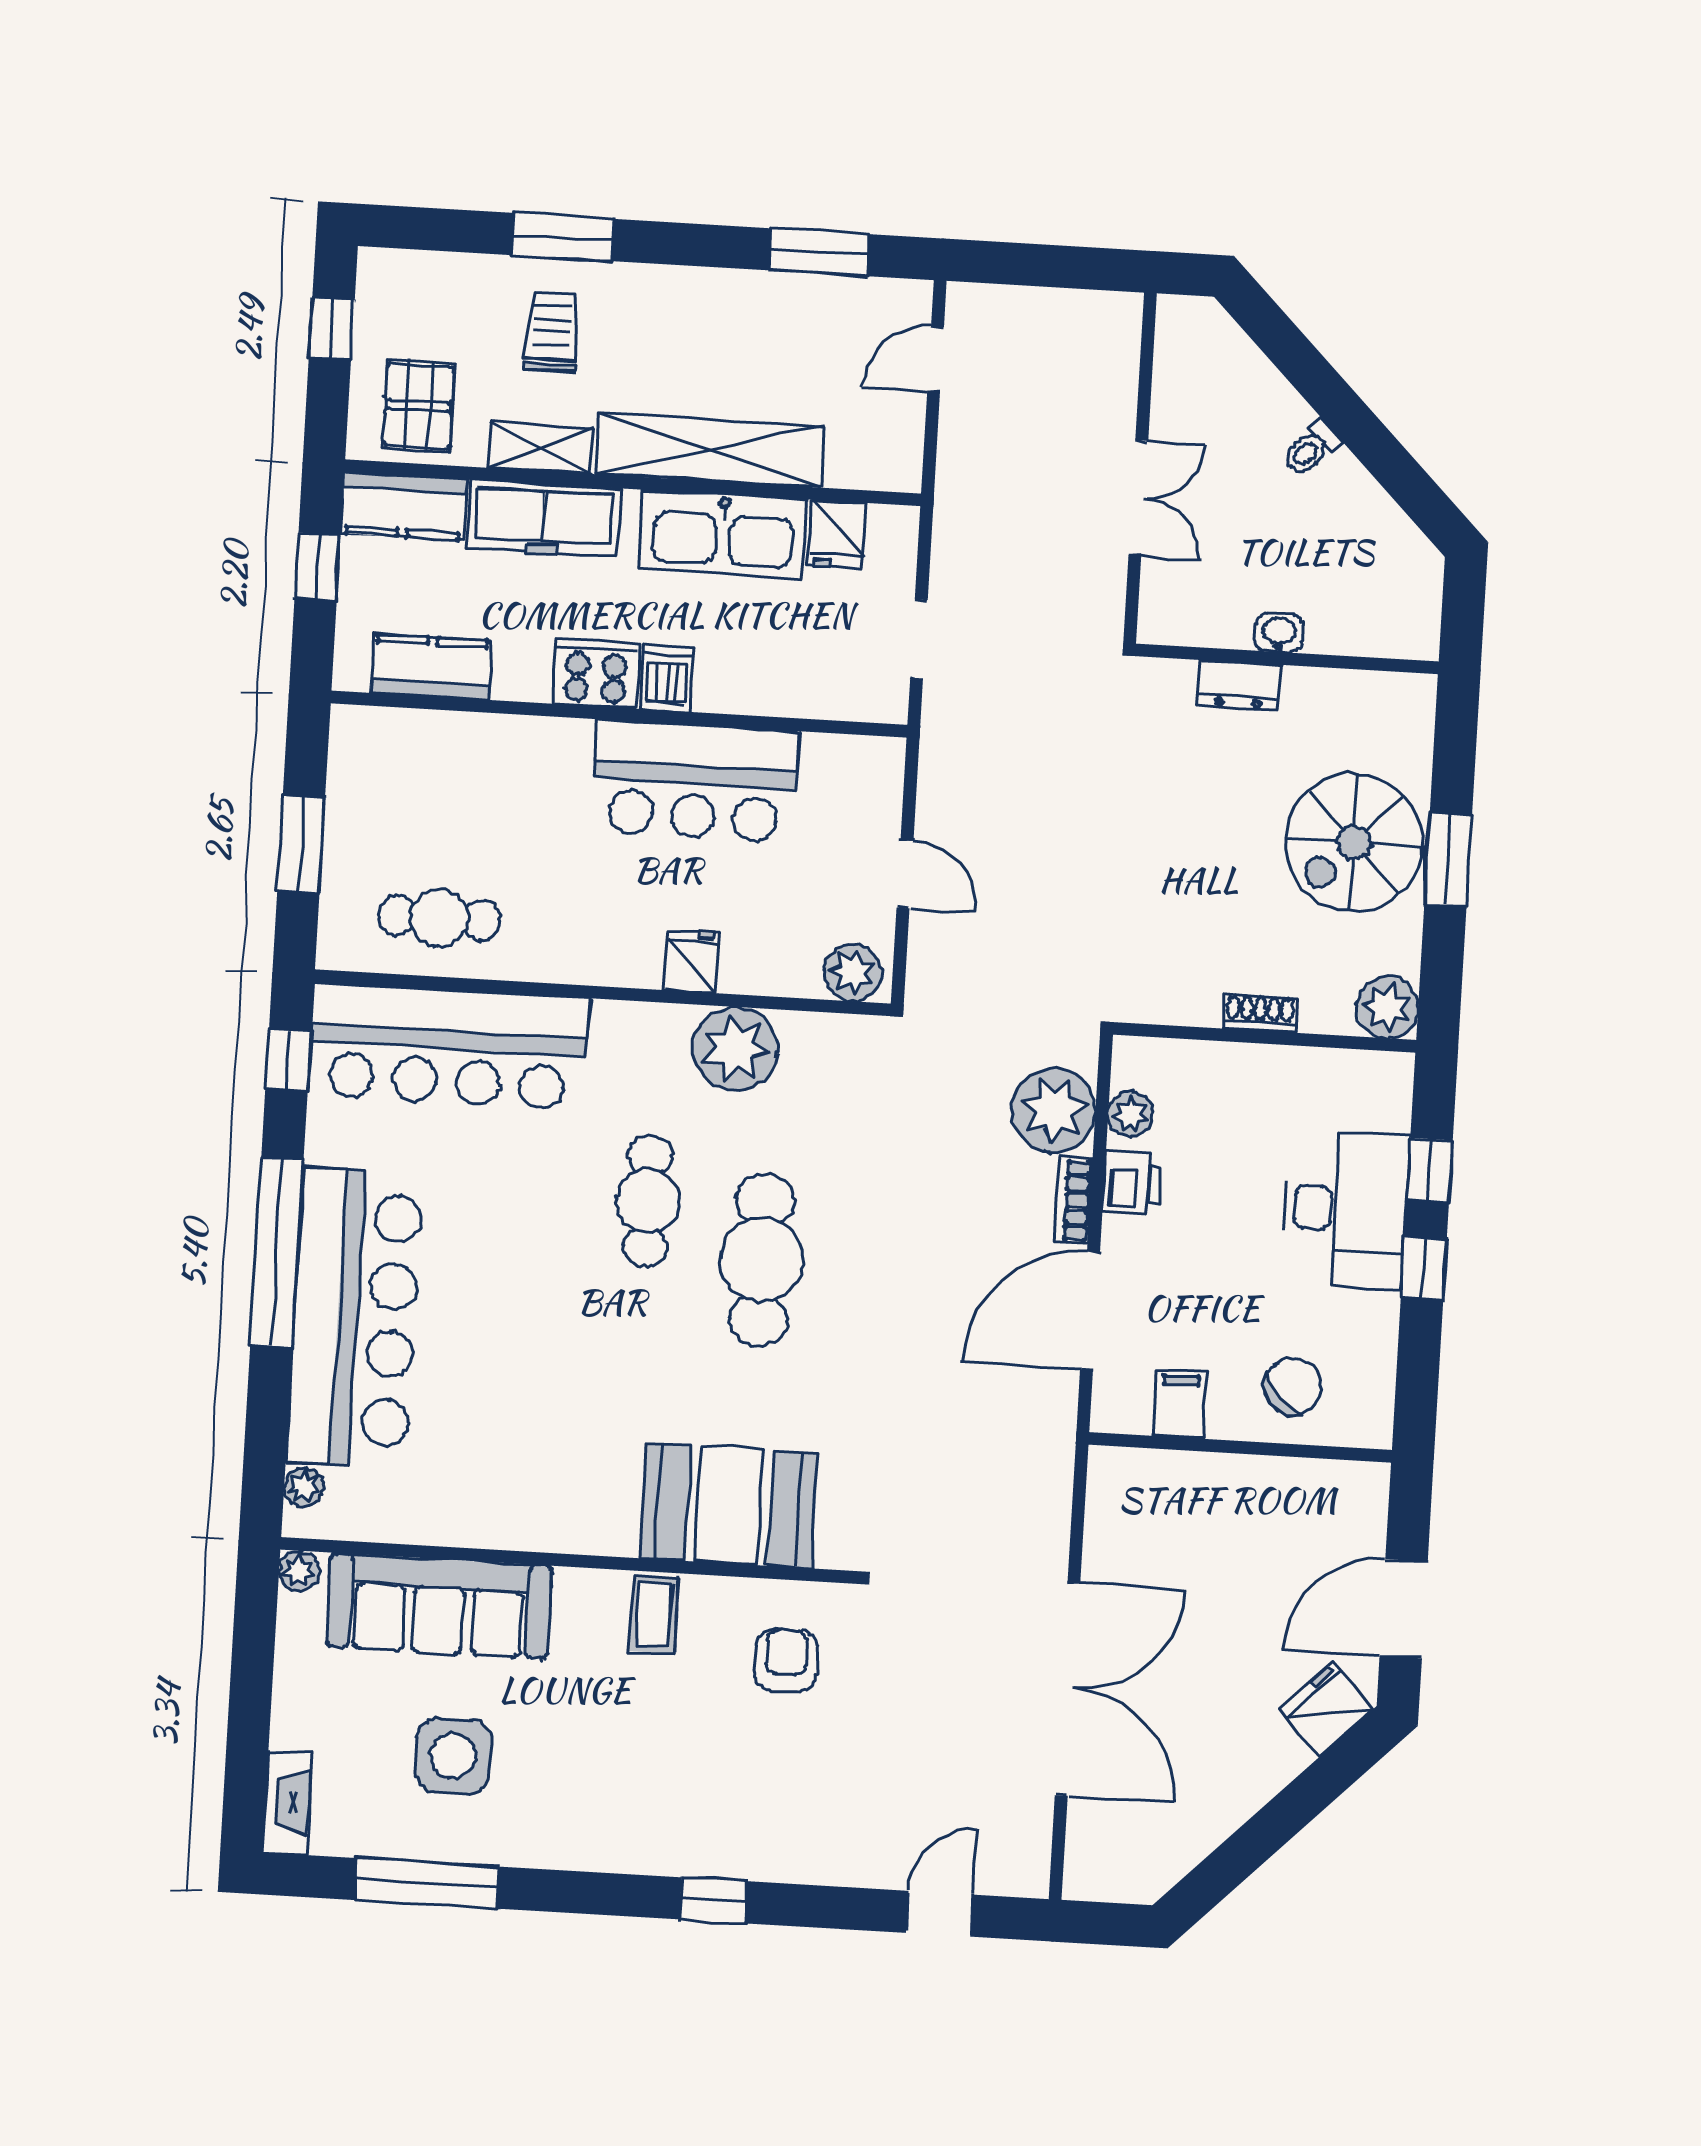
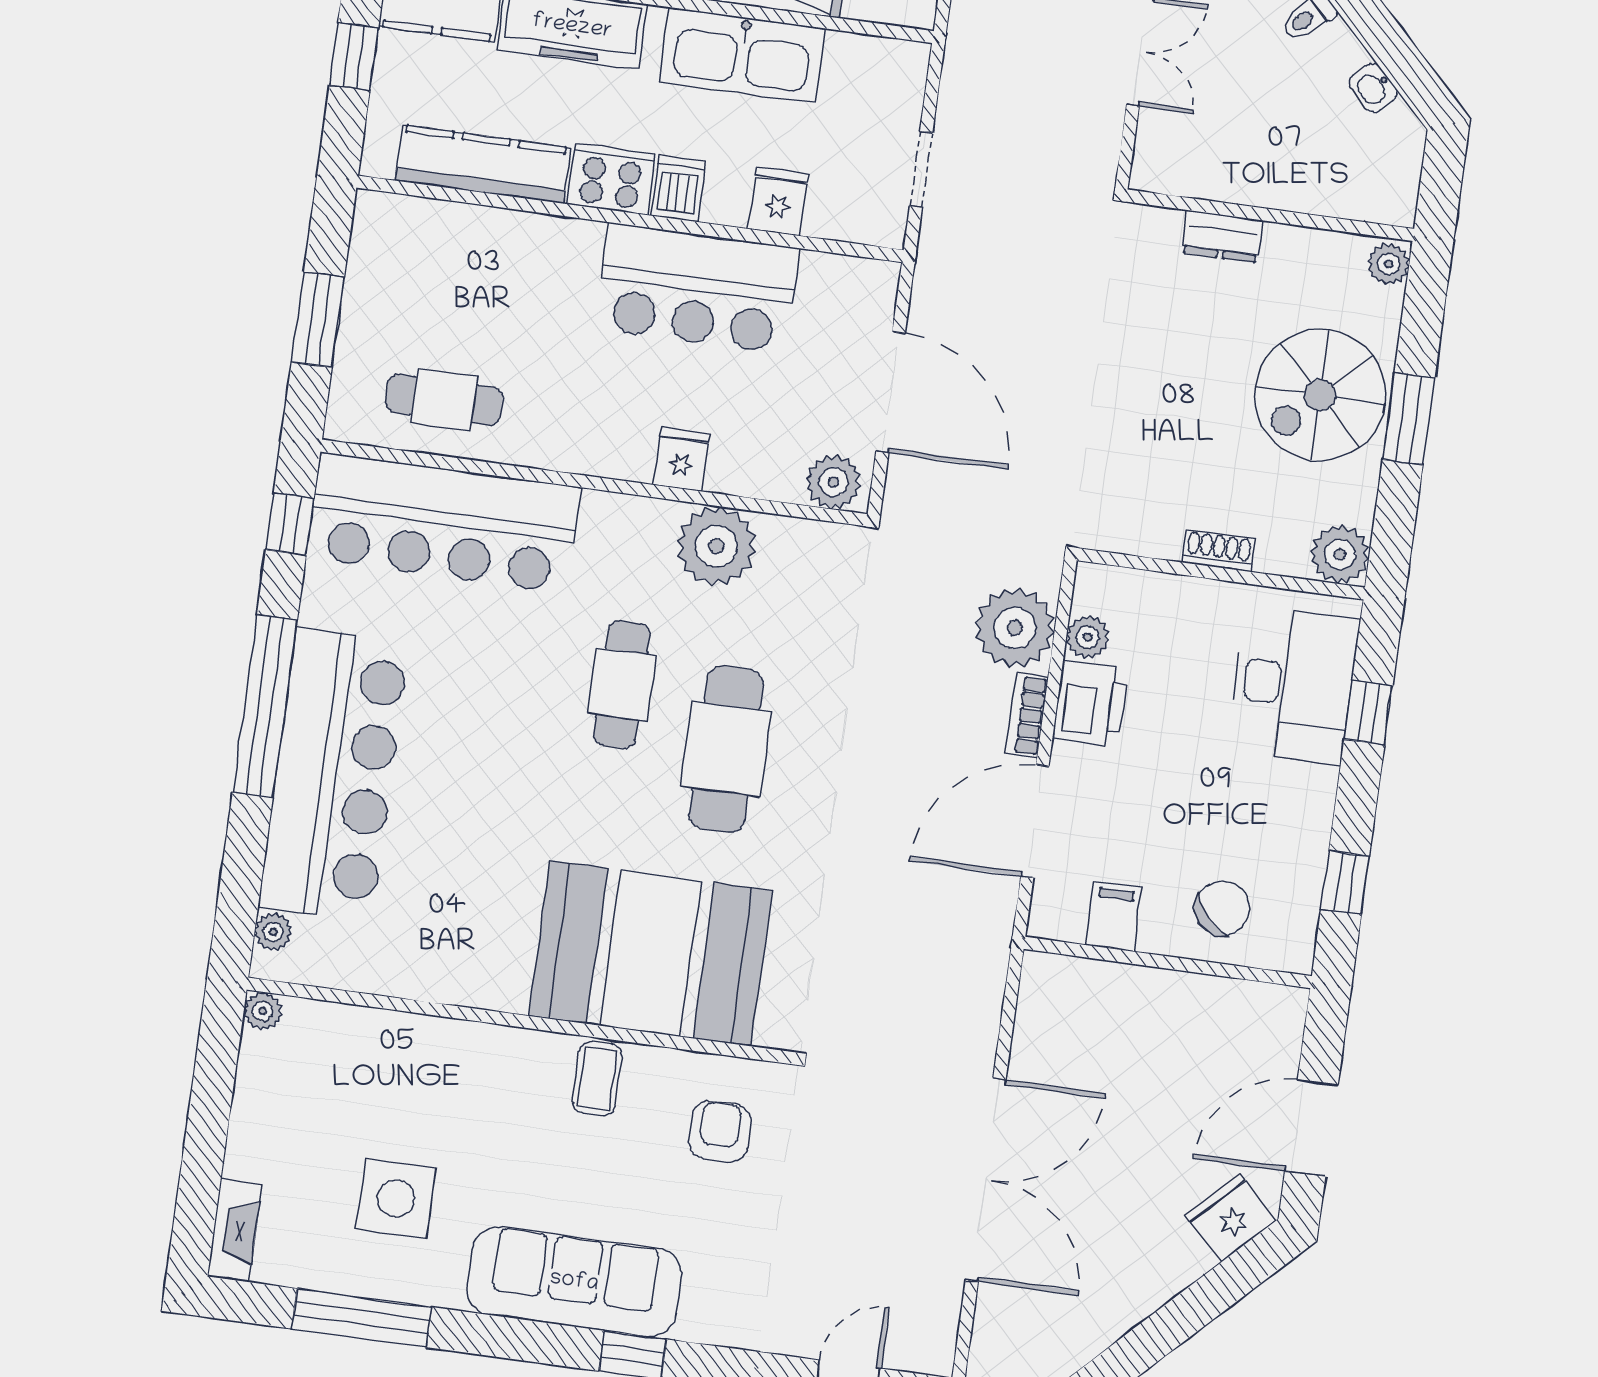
fridge: (837, 534) -> (778, 202), moved, turned 180
washbasin: (1279, 633) -> (1373, 88), moved, turned -135
kitchen counter: (431, 667) -> (483, 164), width x1.50
plant: (1415, 700) -> (1389, 264), added
door: (905, 874) -> (891, 392), width x1.87
printer: (1132, 1183) -> (1090, 704), width x1.36, depth x1.24
desk: (1345, 1209) -> (1293, 685), moved
window: (1424, 1268) -> (1345, 883), moved
booth: (729, 1506) -> (650, 953), width x1.36, depth x1.42
sofa: (439, 1606) -> (574, 1282), moved, turned 180

